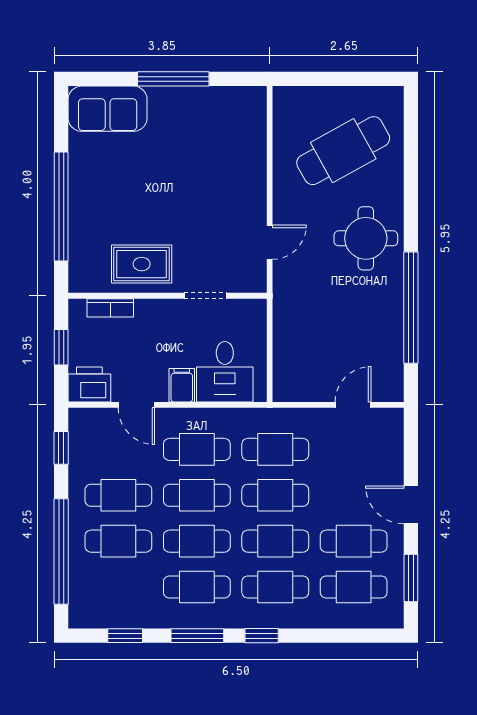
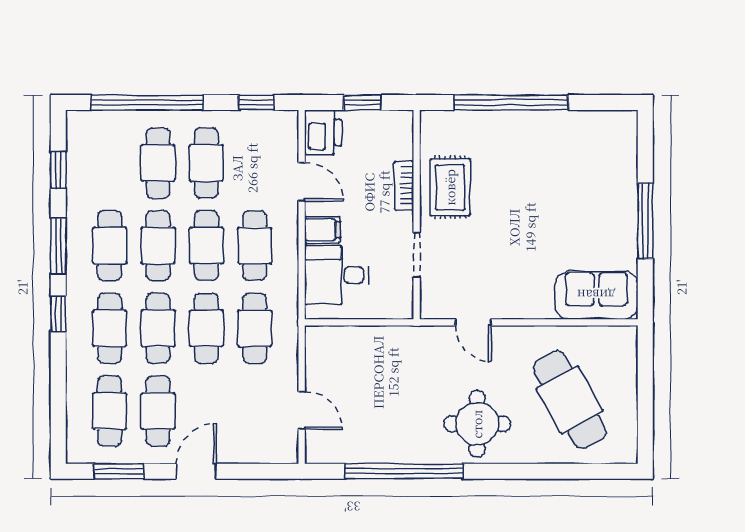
sofa: (108, 109) -> (596, 295), moved, turned 90
bookcase: (110, 308) -> (404, 186), moved
door: (136, 405) -> (302, 182), swing flipped

